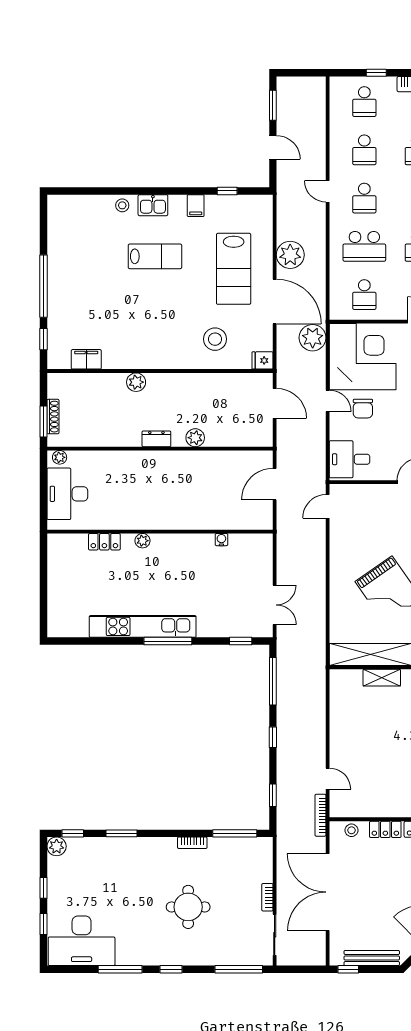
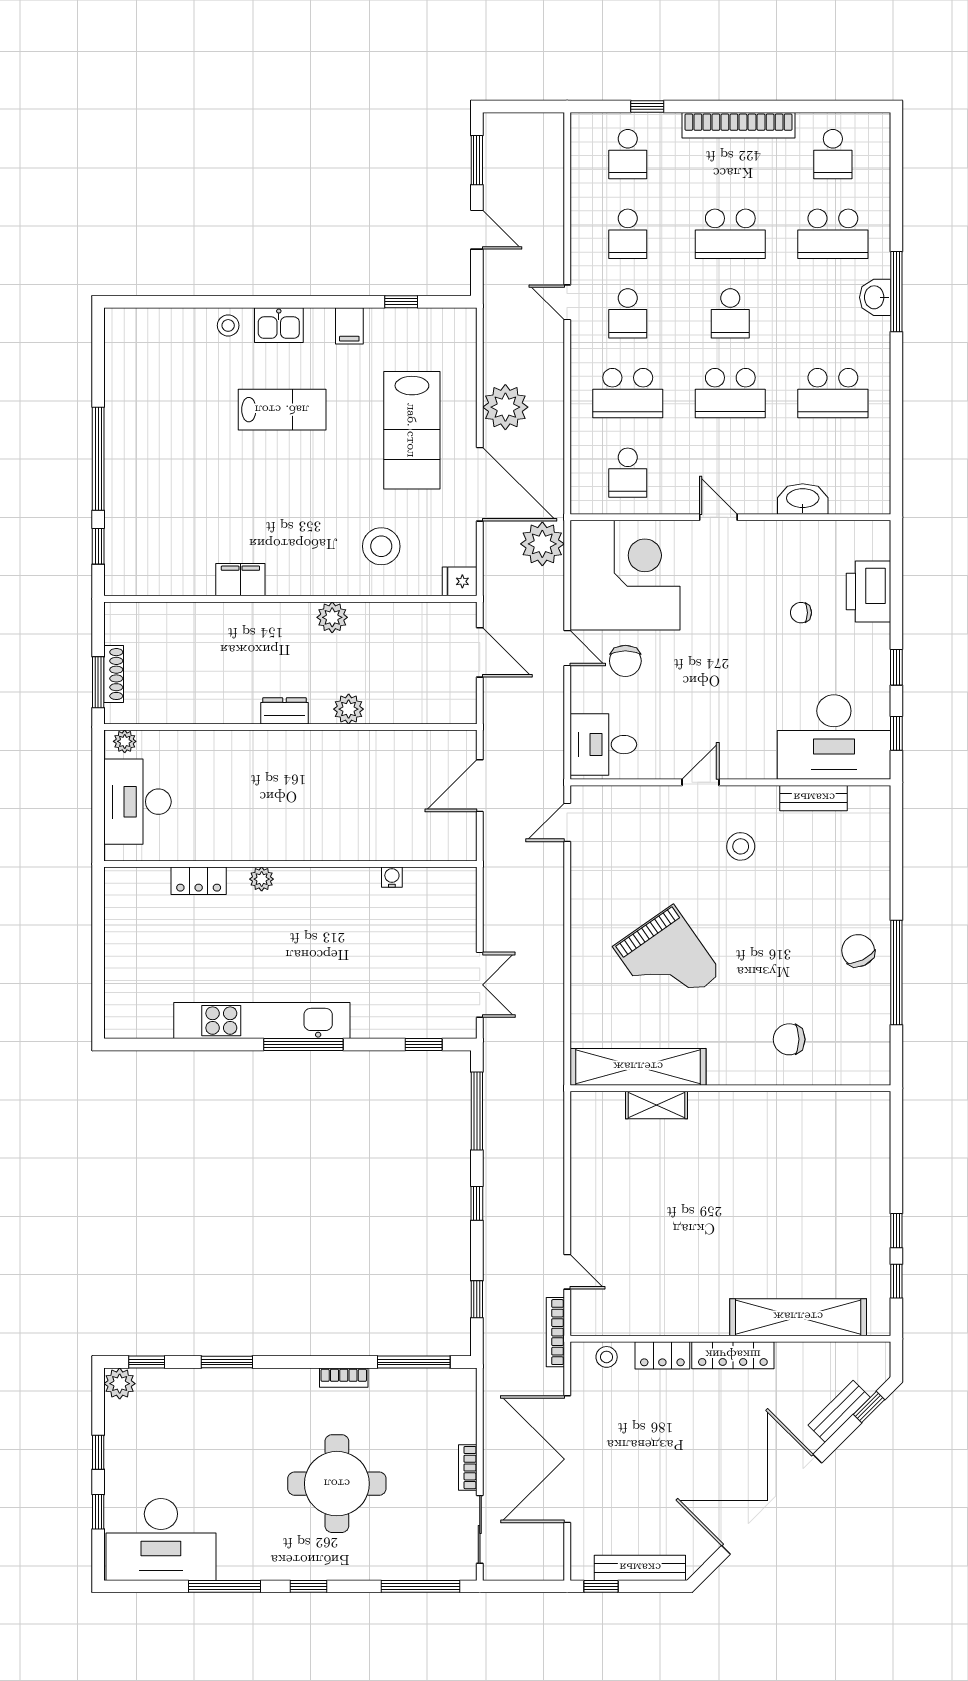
filing cabinet: (86, 359) -> (240, 580), moved
plant: (136, 382) -> (332, 617), moved
round table: (188, 907) -> (337, 1484), width x1.36, depth x1.36

